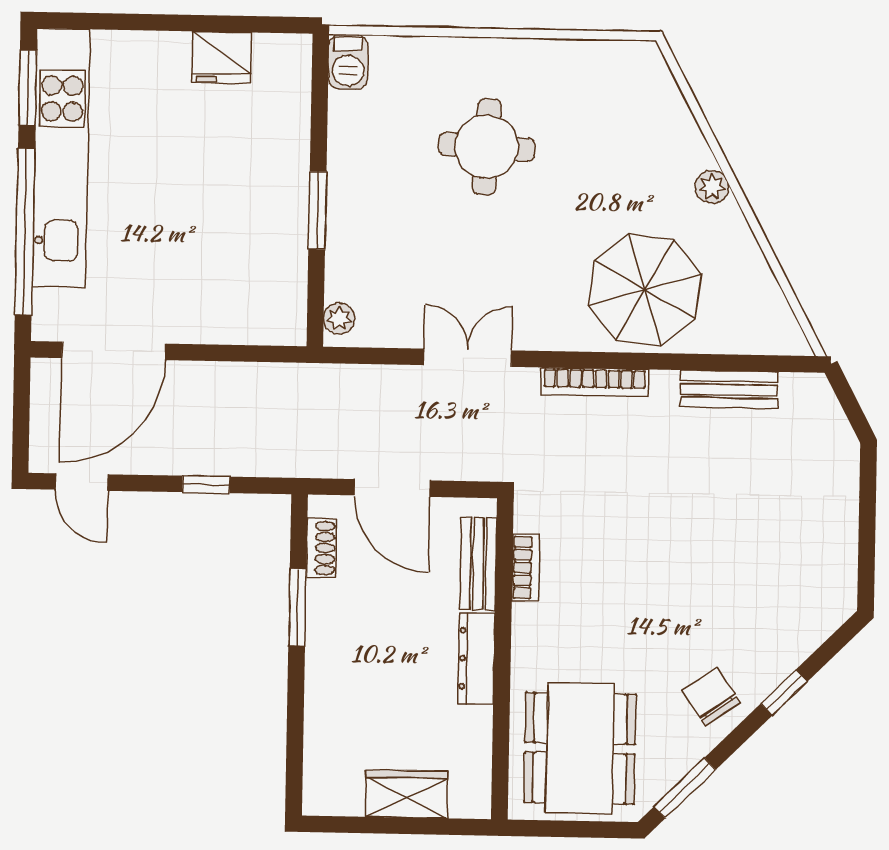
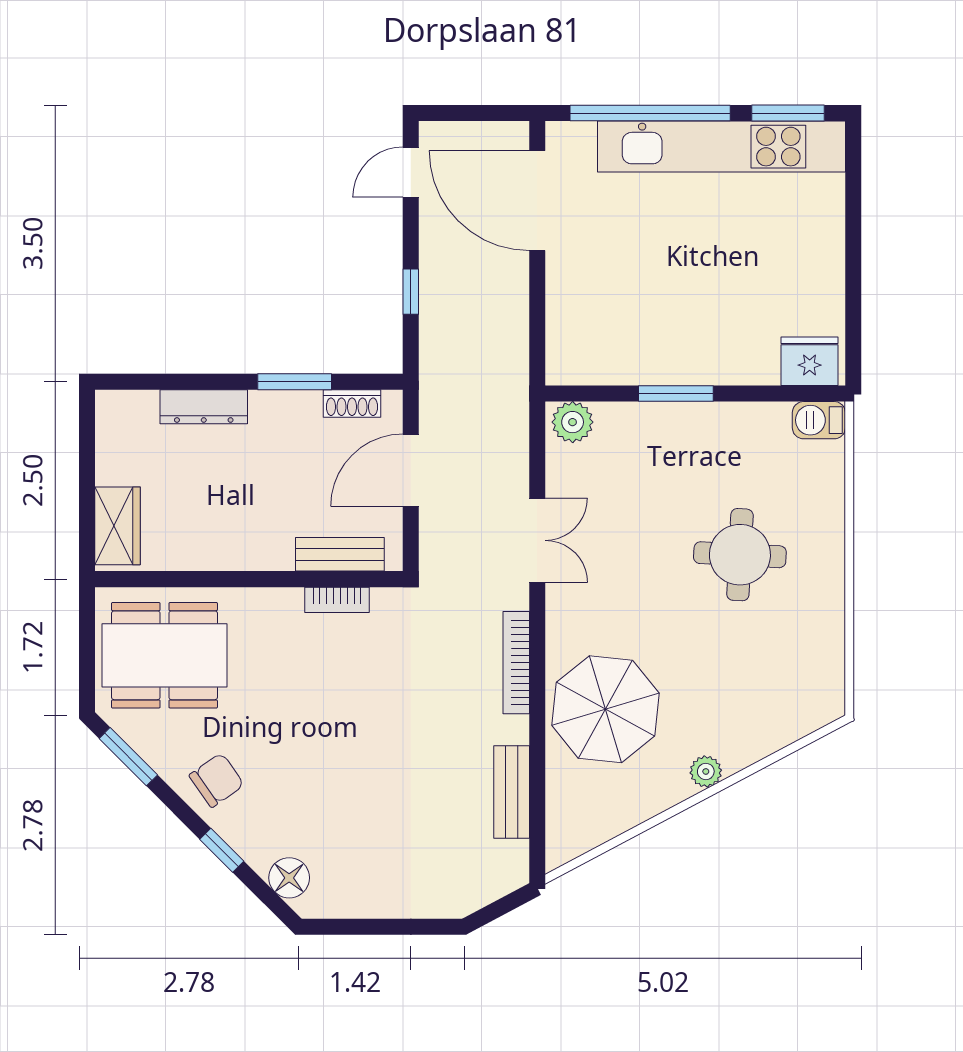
fridge: (222, 57) -> (810, 361), moved, turned 90
plant: (339, 318) -> (573, 422), width x1.38, depth x1.38
floor lamp: (814, 623) -> (289, 878), added
dresser: (476, 659) -> (204, 407), moved, turned 180
wardrobe: (407, 794) -> (117, 526), moved

